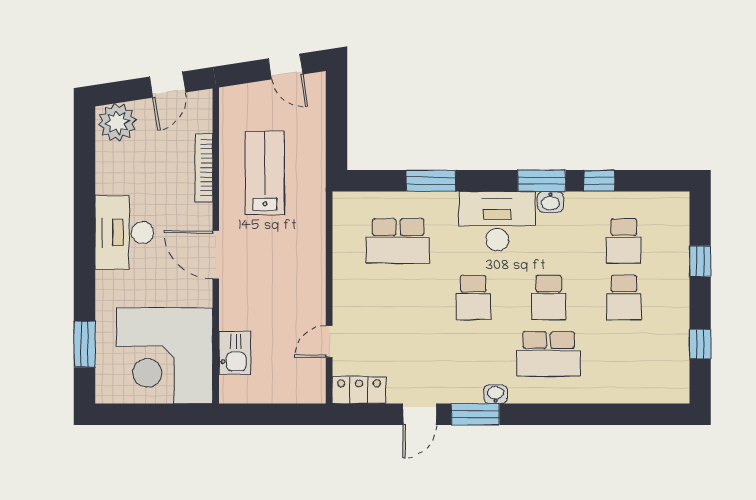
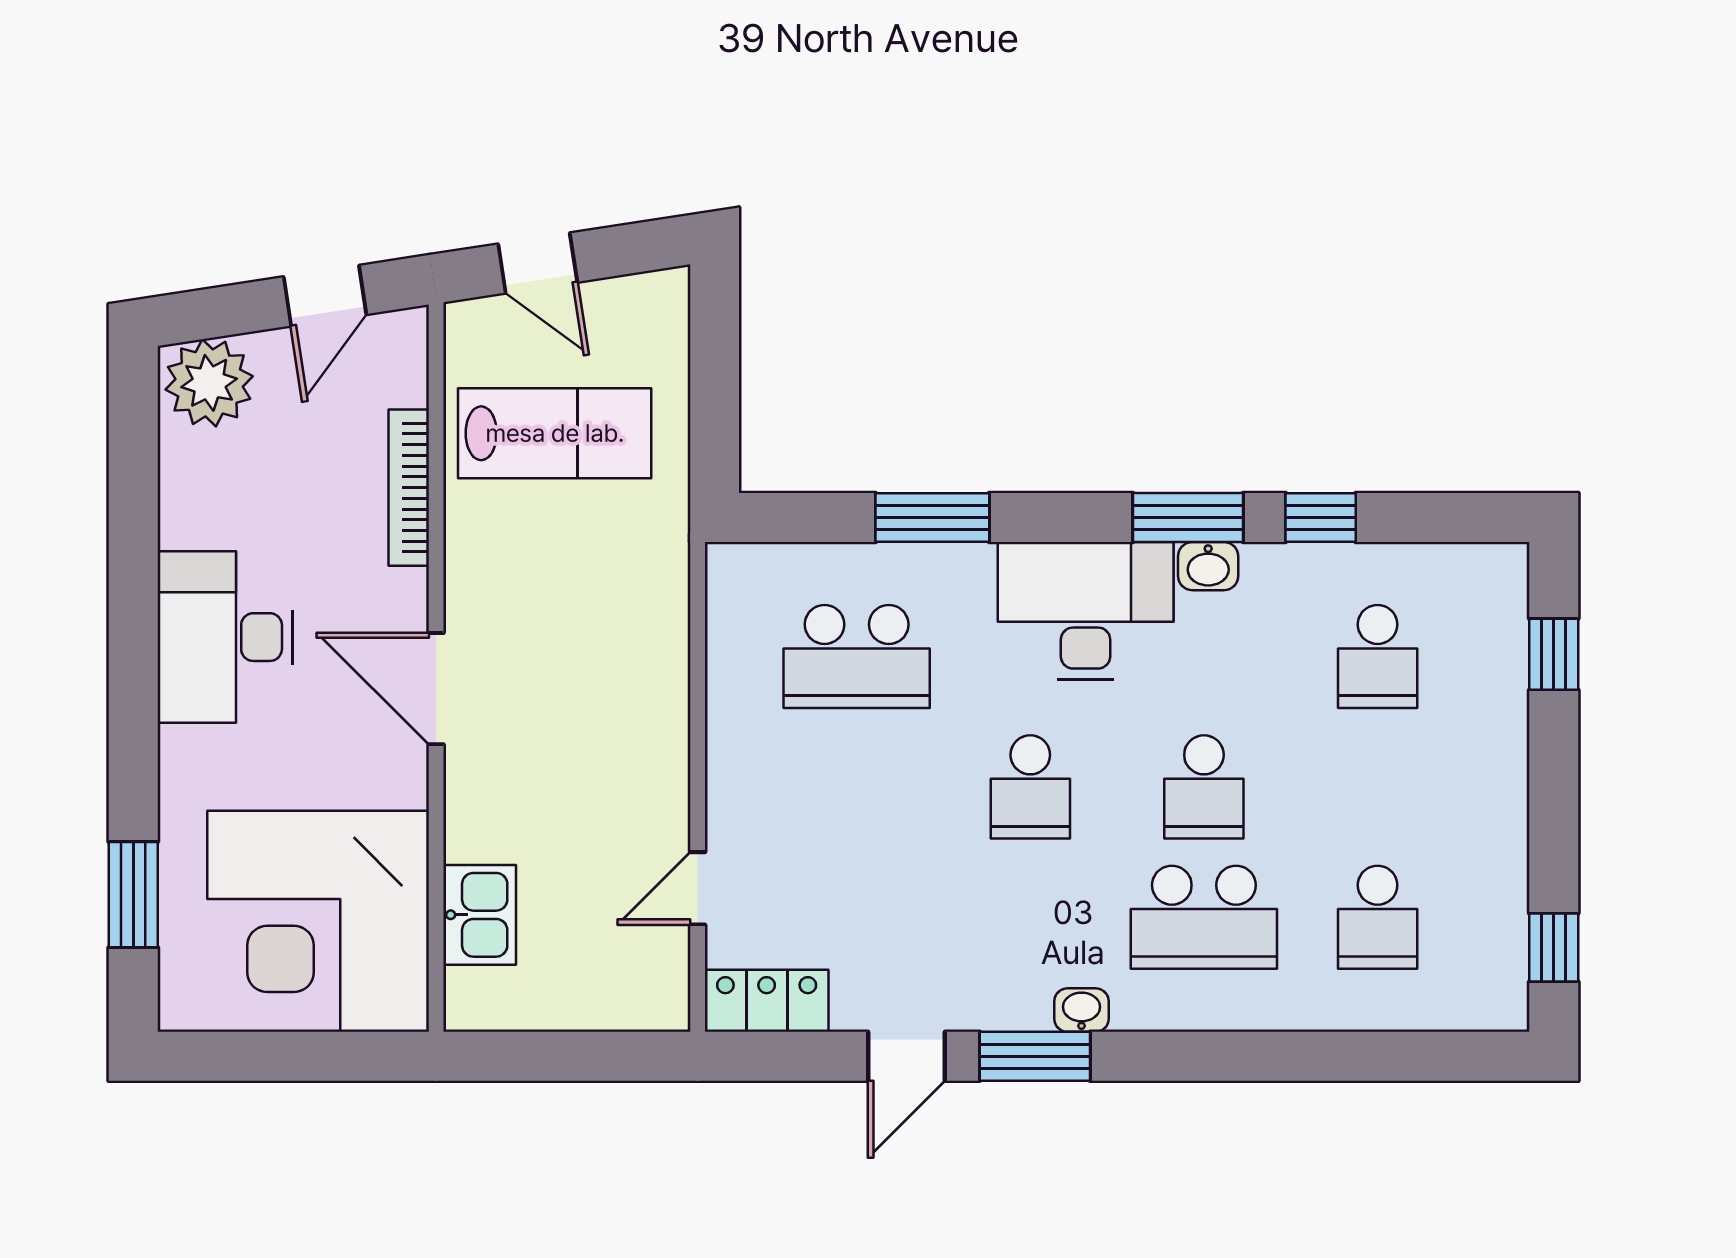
door: (286, 66) -> (538, 263), moved
lab bench: (265, 173) -> (555, 433), moved, turned 90
window: (700, 261) -> (1554, 654), moved
school desk: (624, 297) -> (1378, 917), moved
window: (700, 344) -> (1554, 948), moved

